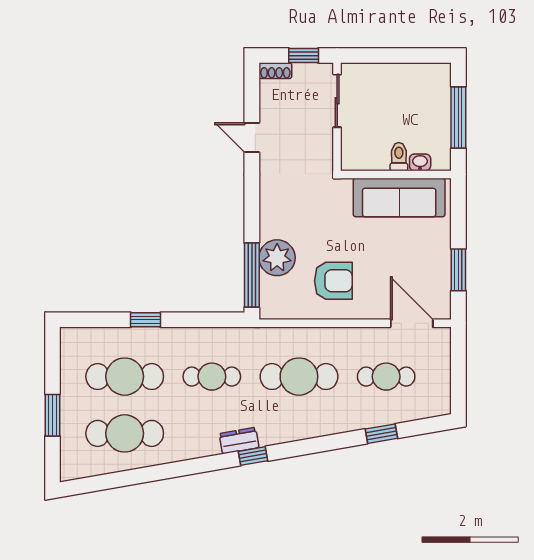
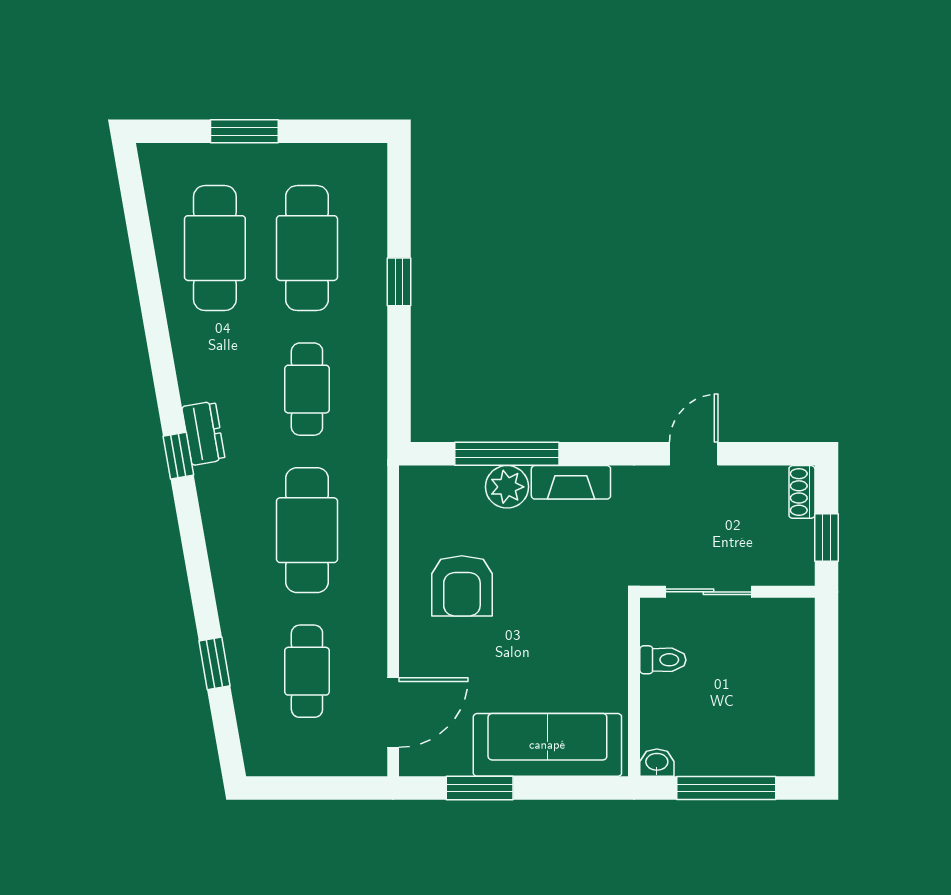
sliding door: (337, 101) -> (709, 592), moved
toilet: (399, 157) -> (663, 660), moved
washbasin: (420, 162) -> (657, 763), moved, turned -90
sofa: (399, 197) -> (547, 745), moved, turned 90
fireplace: (269, 213) -> (571, 482), added
plant: (277, 258) -> (507, 487), width x0.73, depth x0.73
window: (252, 275) -> (507, 454), moved

